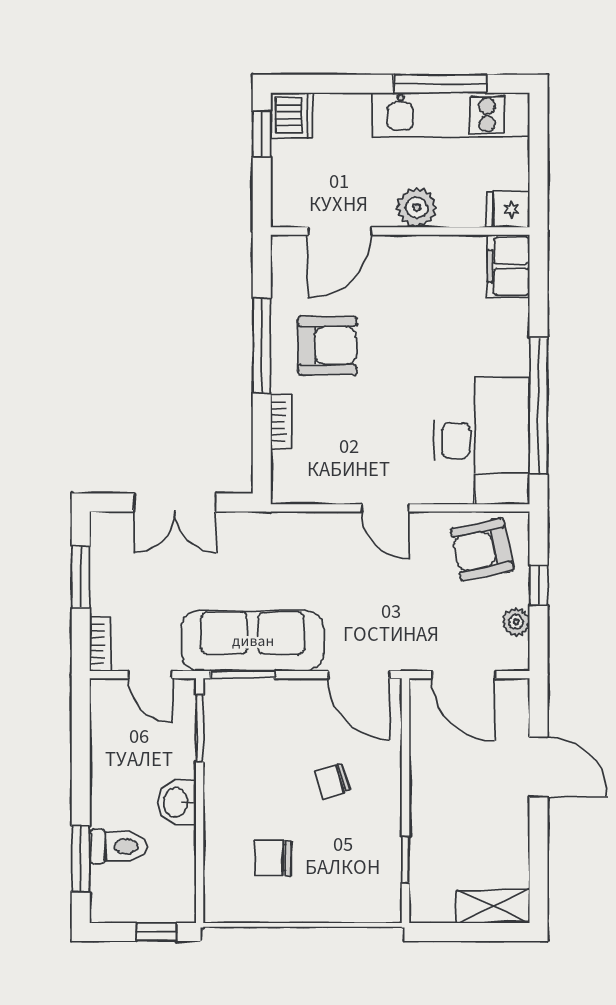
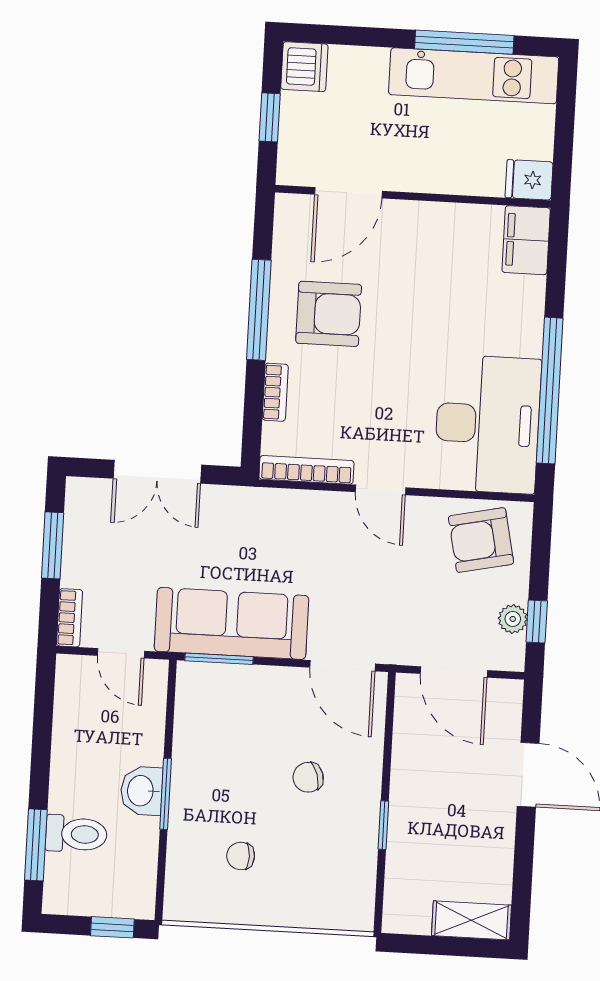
window: (262, 134) -> (270, 117), moved
plant: (417, 207) -> (432, 172), removed
bookcase: (315, 493) -> (306, 470), added
window: (539, 585) -> (537, 621), moved
window: (200, 728) -> (166, 794), moved
chair: (273, 858) -> (241, 856), width x0.73, depth x0.73
window: (405, 860) -> (383, 825), moved

